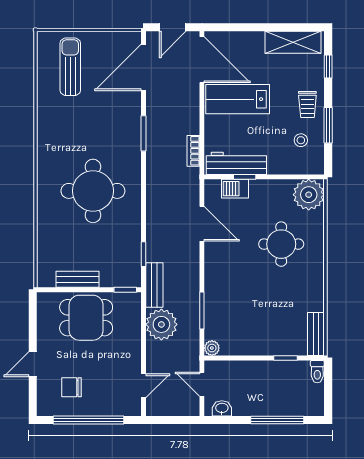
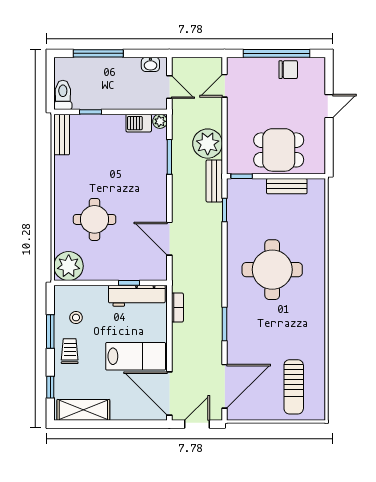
barbecue: (235, 189) -> (139, 123), moved, turned 180
toilet: (317, 372) -> (63, 95), width x1.37, depth x1.39
chair: (72, 387) -> (288, 70), moved

